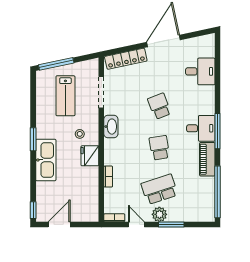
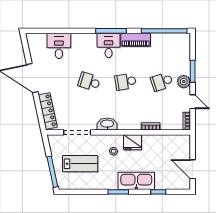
school desk: (159, 106) -> (89, 82), turned 39
school desk: (159, 189) -> (162, 82), width x0.54
window: (33, 210) -> (158, 192), moved
door: (136, 224) -> (193, 102), swing flipped

